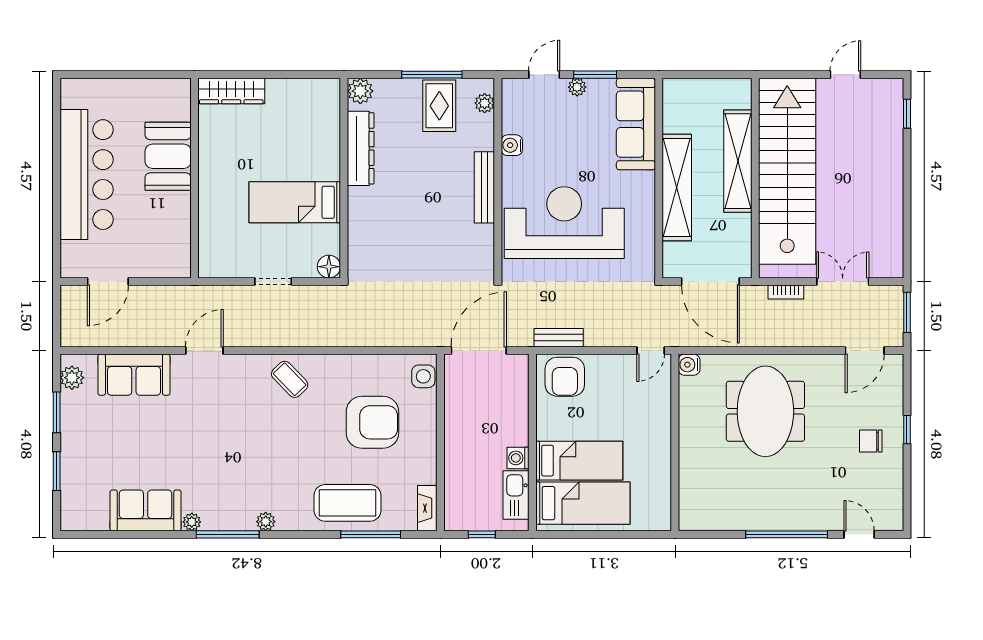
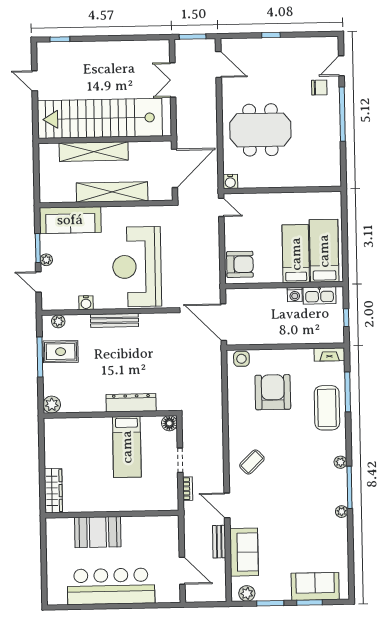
dresser: (361, 148) -> (131, 403), moved
bookcase: (786, 292) -> (188, 489), moved
bench: (559, 338) -> (219, 542), moved
coffee table: (290, 379) -> (252, 462), moved
chair: (871, 441) -> (319, 88), moved, turned -90
sofa: (146, 510) -> (315, 586), moved, turned 90

